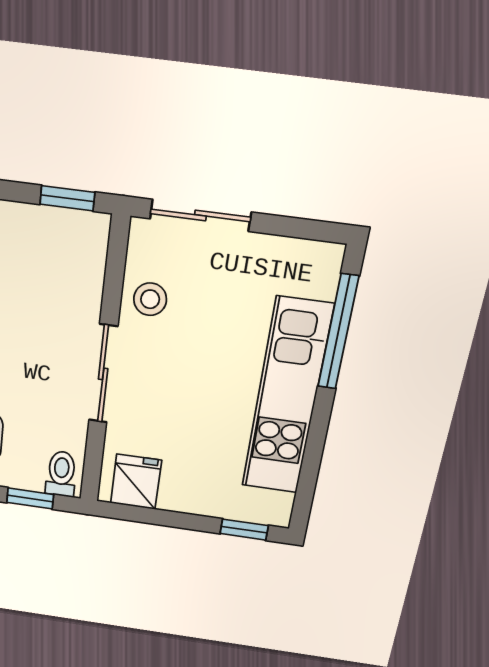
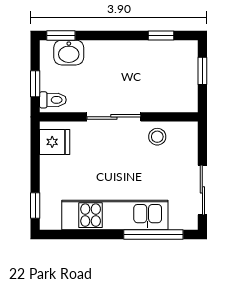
window: (67, 198) -> (202, 71), moved
sliding door: (200, 215) -> (202, 190), moved

